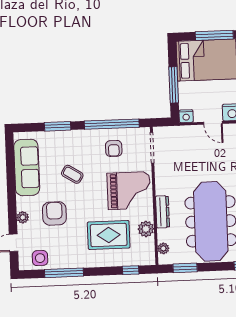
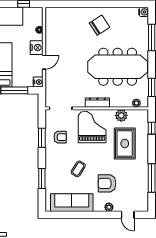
window: (112, 124) -> (42, 138), width x0.47
dresser: (162, 212) -> (97, 103), moved
side table: (40, 258) -> (140, 196), removed

